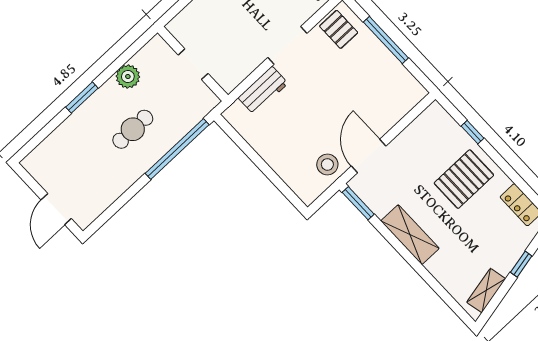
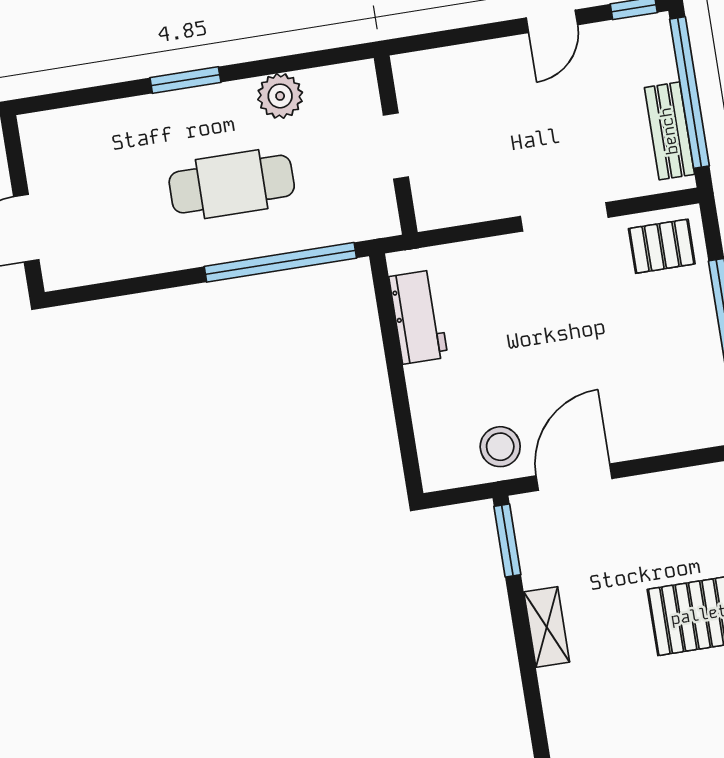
pallet: (339, 29) -> (662, 246), turned 90
workbench: (263, 91) -> (418, 317), moved, turned -90
cafe table: (133, 129) -> (232, 184), width x1.37, depth x1.35
shelving: (410, 235) -> (547, 627), width x0.67, depth x0.75

